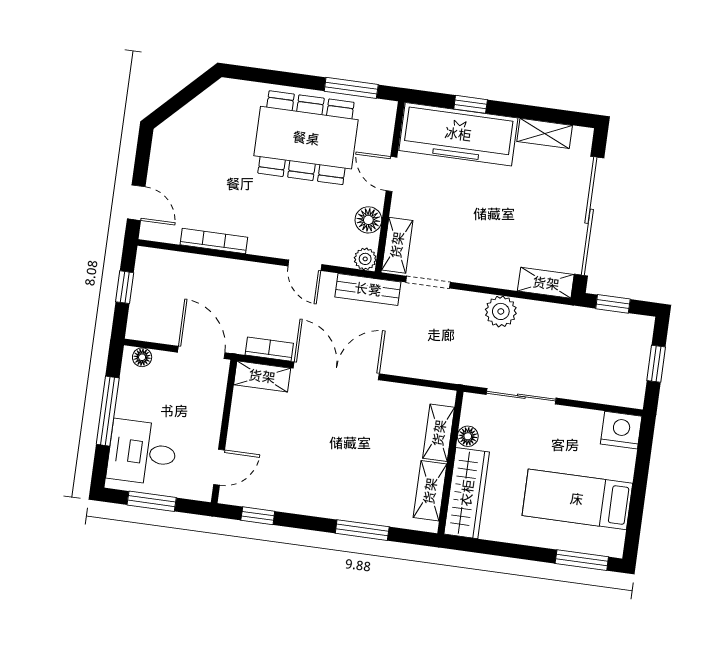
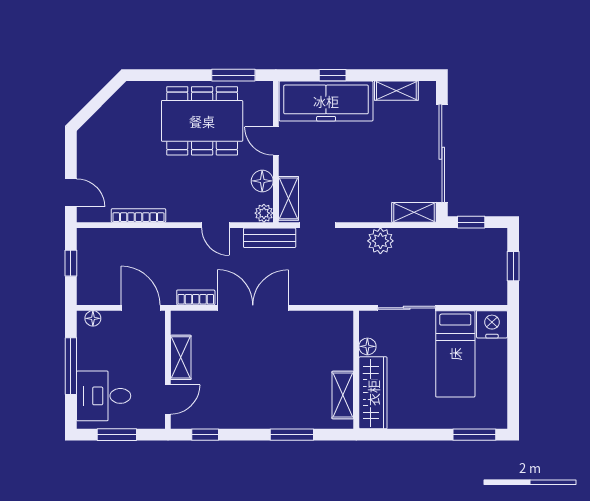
shelving: (262, 376) -> (181, 357), moved, turned 90
shelving: (439, 433) -> (343, 347), removed
bed: (577, 499) -> (455, 354), moved, turned -90

